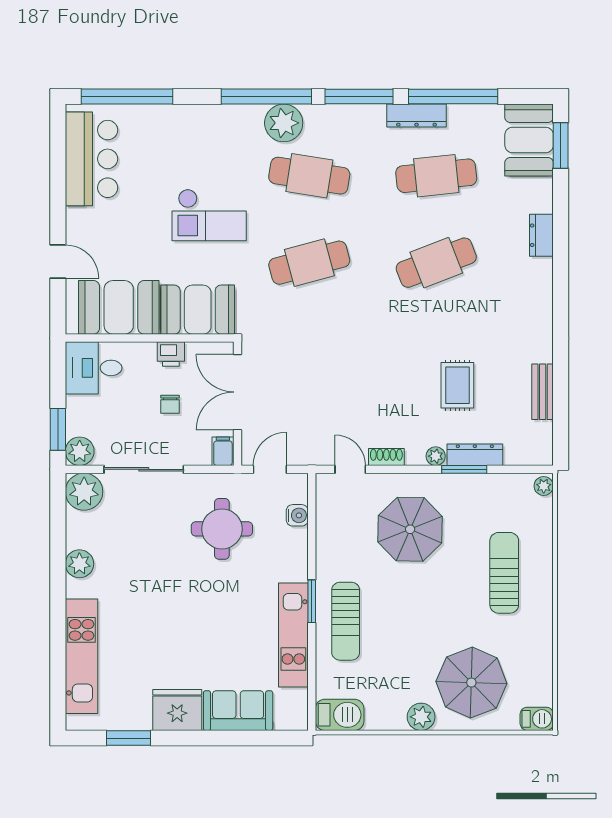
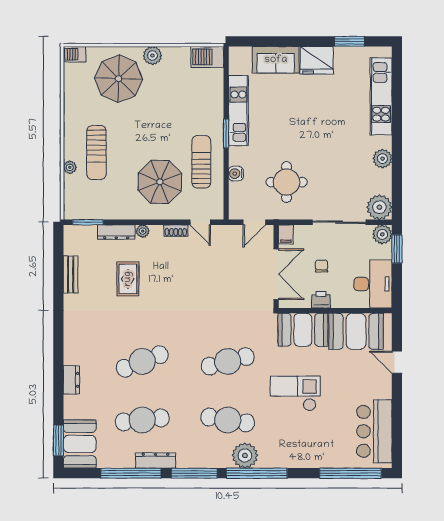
desk: (94, 368) -> (373, 284), width x1.37
window: (464, 469) -> (88, 222), moved
plant: (544, 486) -> (70, 167), moved
water cooler: (297, 515) -> (236, 174), moved
sun lounger: (346, 621) -> (201, 162), moved

